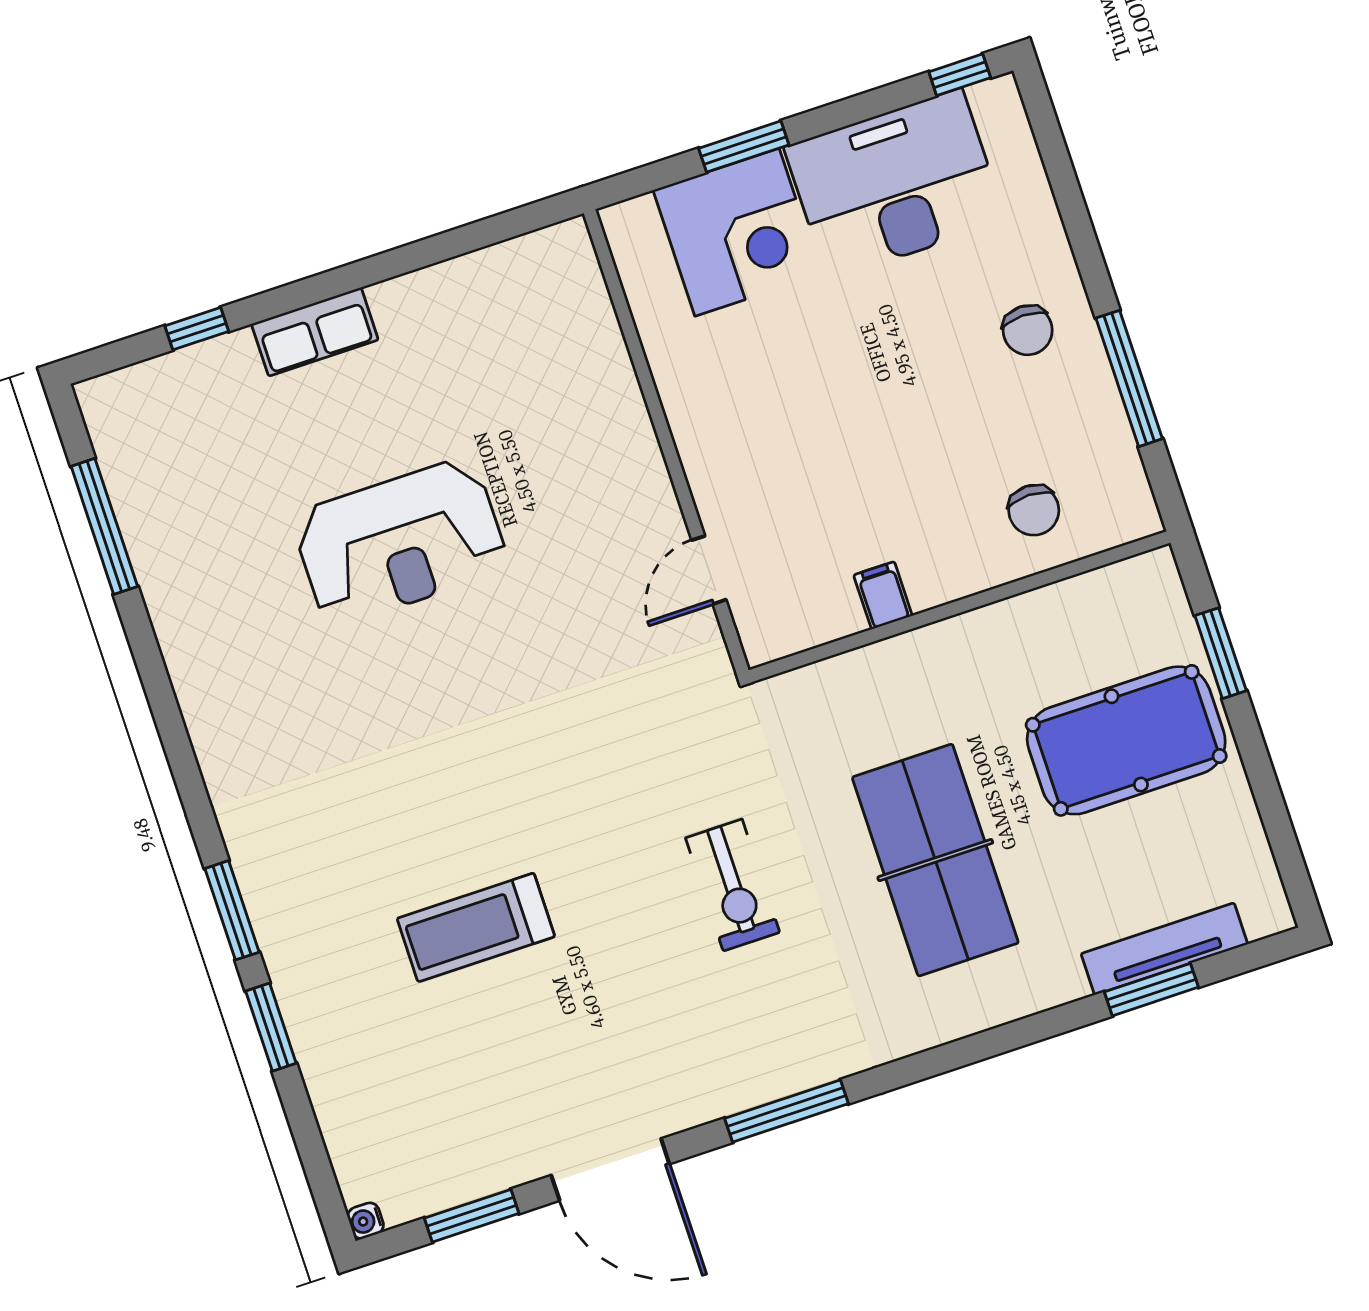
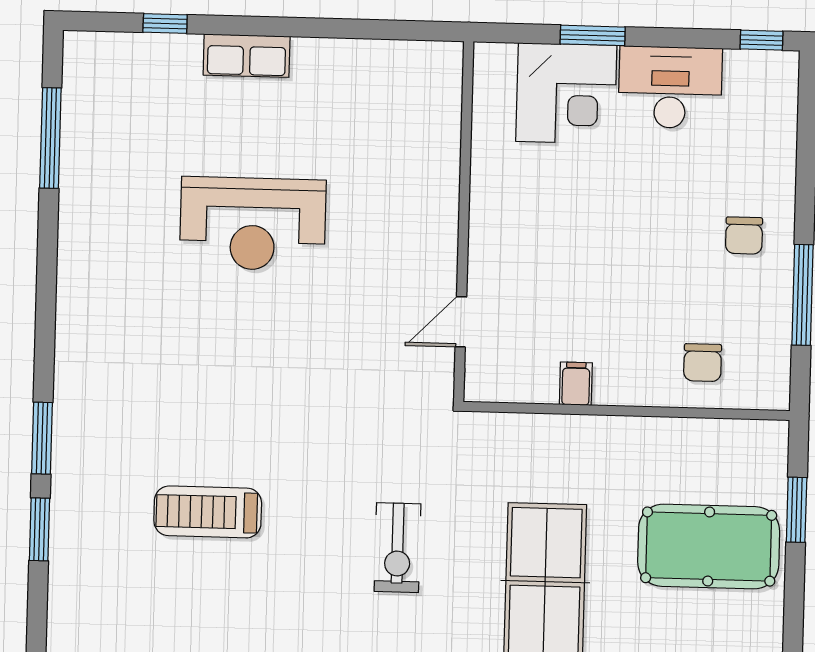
desk: (895, 184) -> (670, 87), width x0.73, depth x0.77

